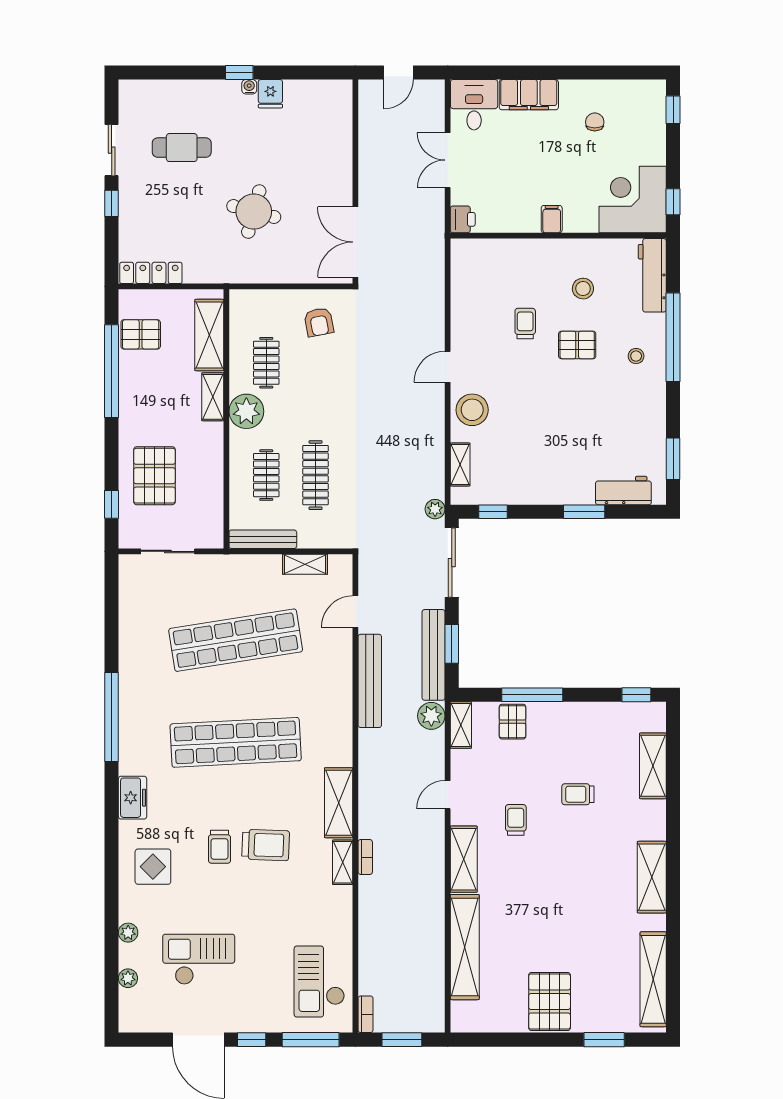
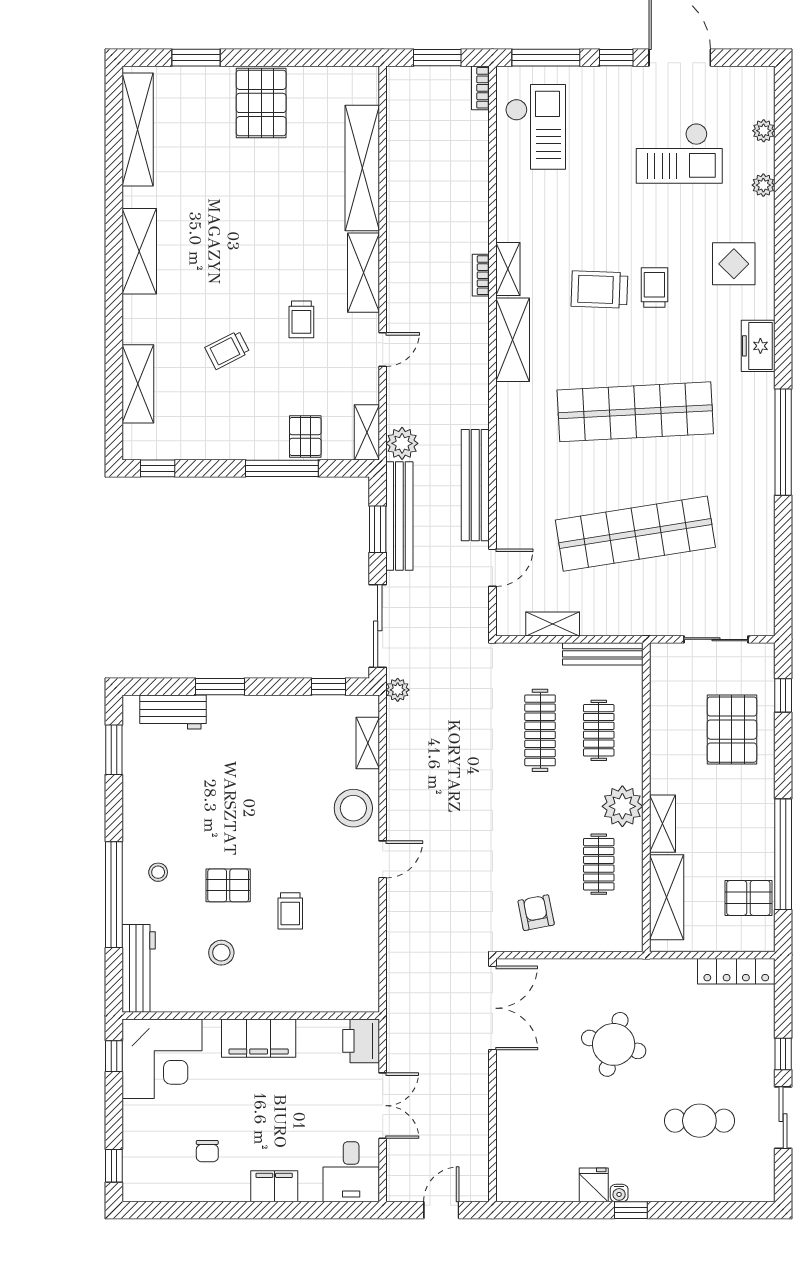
filing cabinet: (529, 95) -> (274, 1186), width x0.67, depth x0.86
printer: (463, 219) -> (361, 1041), width x1.36, depth x1.24
filing cabinet: (552, 219) -> (259, 1038), width x3.00, depth x1.17
trolley: (578, 794) -> (227, 350), turned 153

